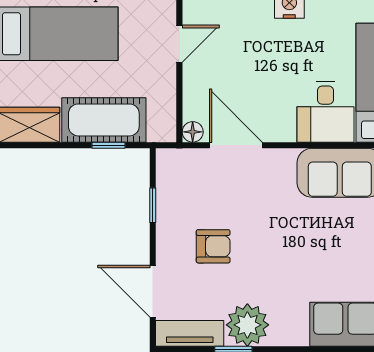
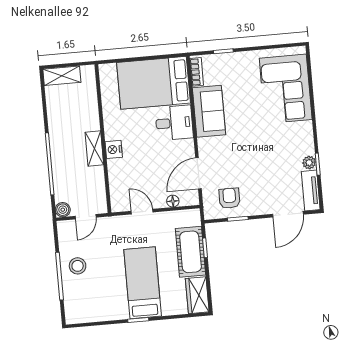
floor lamp: (193, 132) -> (173, 201), moved
armchair: (213, 246) -> (229, 198), moved
plant: (247, 325) -> (309, 163), width x0.53, depth x0.53

